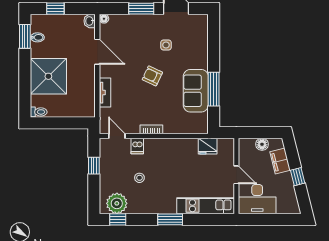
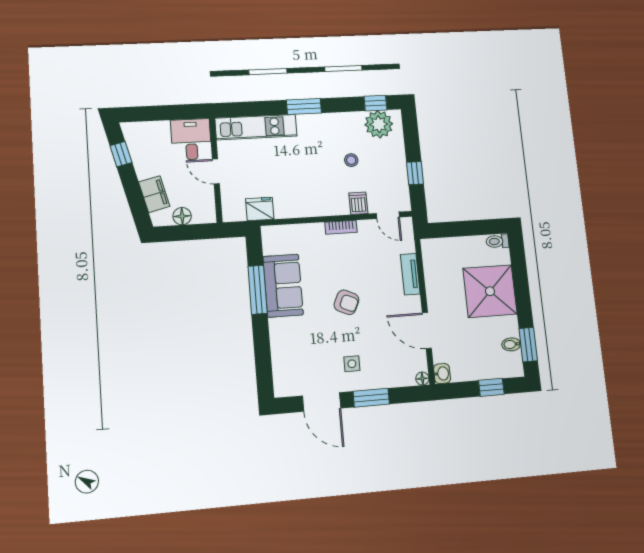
side table: (166, 45) -> (352, 364), moved
window: (298, 177) -> (121, 154), moved
desk: (257, 199) -> (191, 139), width x0.73

